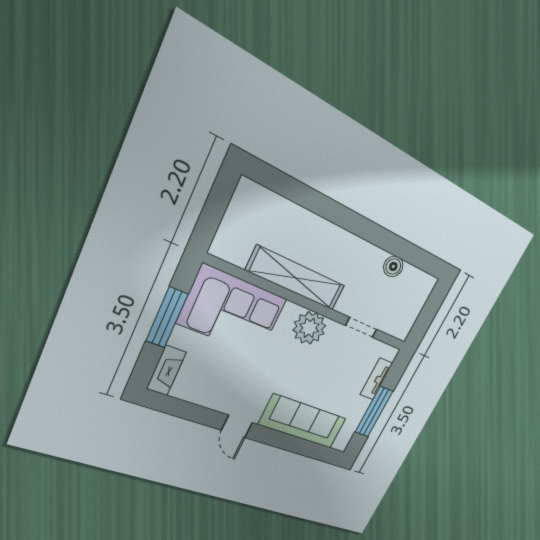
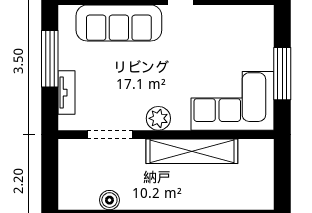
doorway: (361, 327) -> (110, 135), width x1.38
plant: (309, 328) -> (158, 118), width x0.73, depth x0.73
fireplace: (166, 371) -> (264, 27), removed

